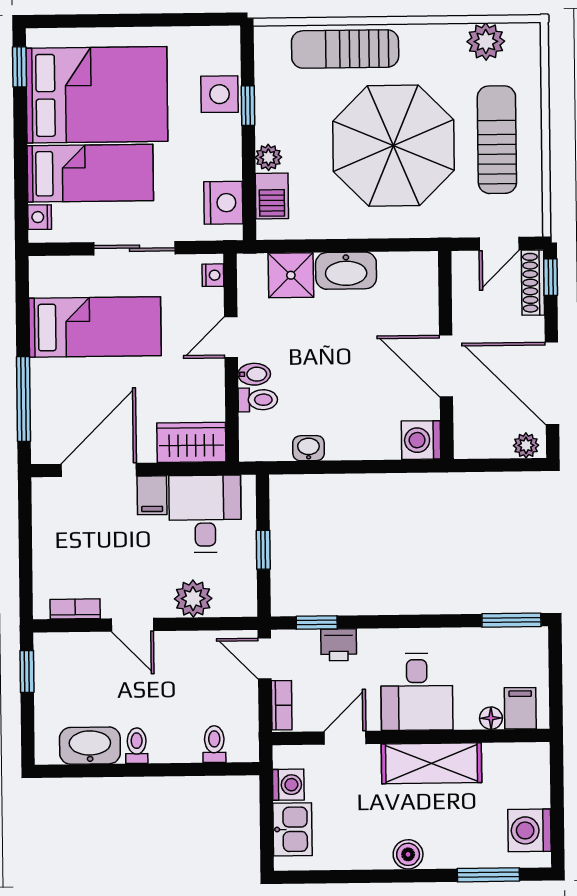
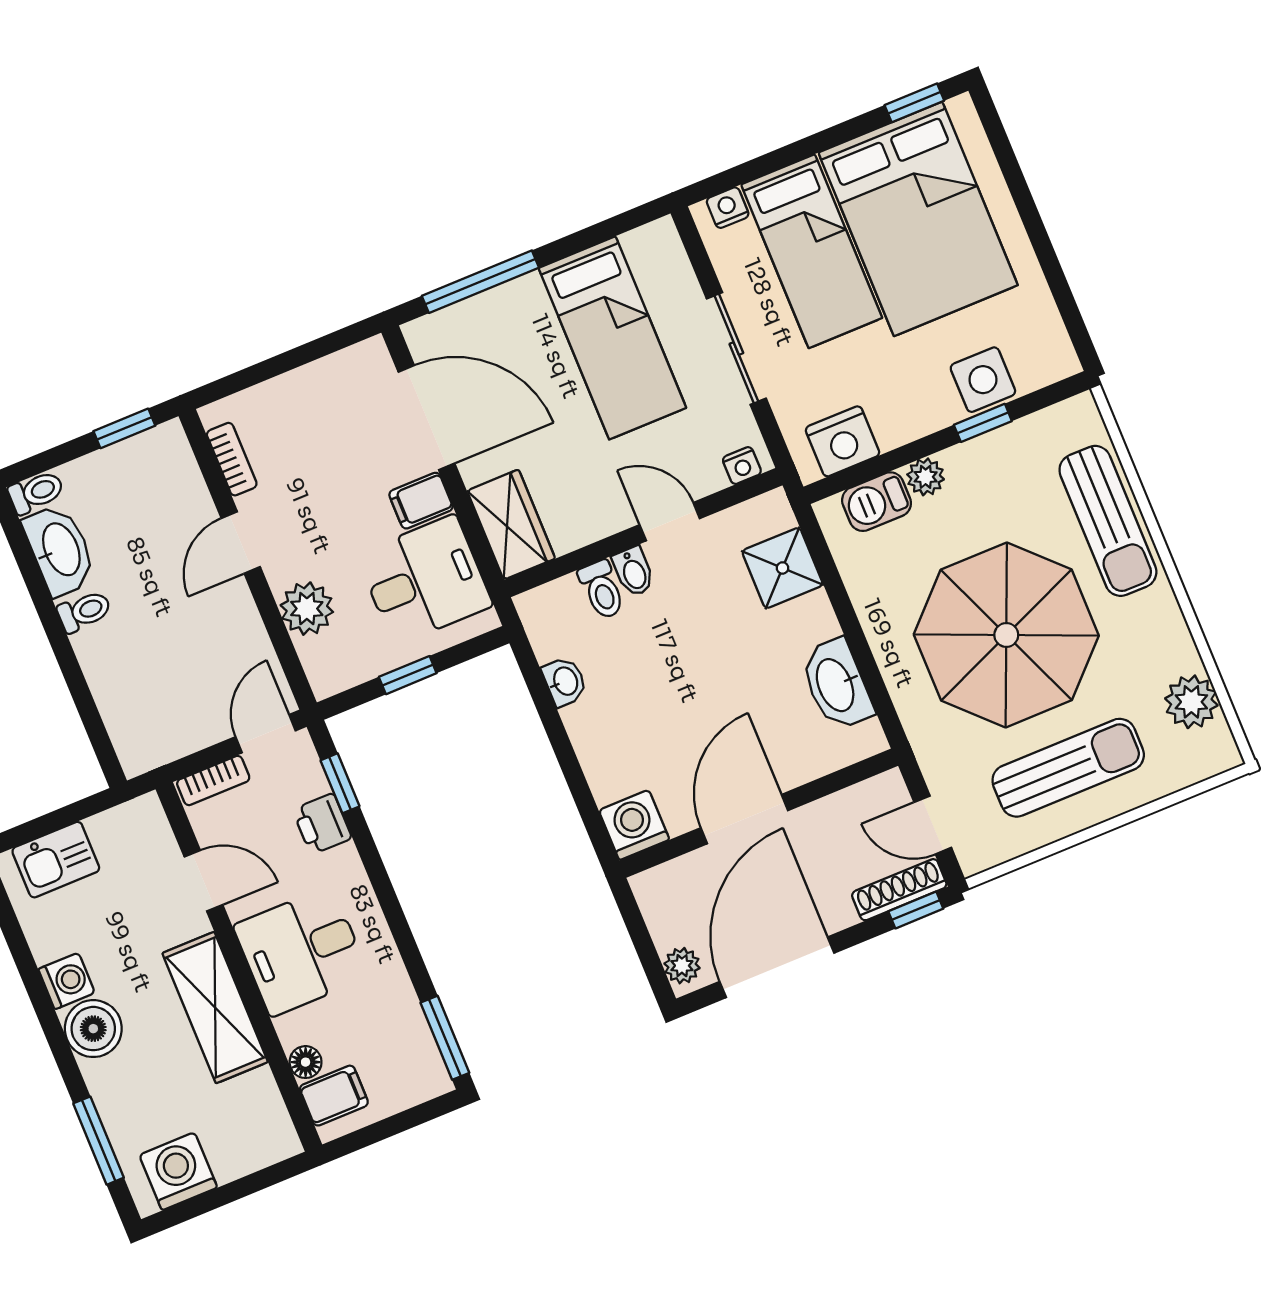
sun lounger: (345, 49) -> (1108, 521), turned 180
washbasin: (346, 271) -> (836, 684), moved
toilet: (214, 744) -> (36, 492), moved
washing machine: (288, 785) -> (67, 981), moved, turned -90
boiler: (408, 854) -> (93, 1029), width x1.36, depth x1.36

